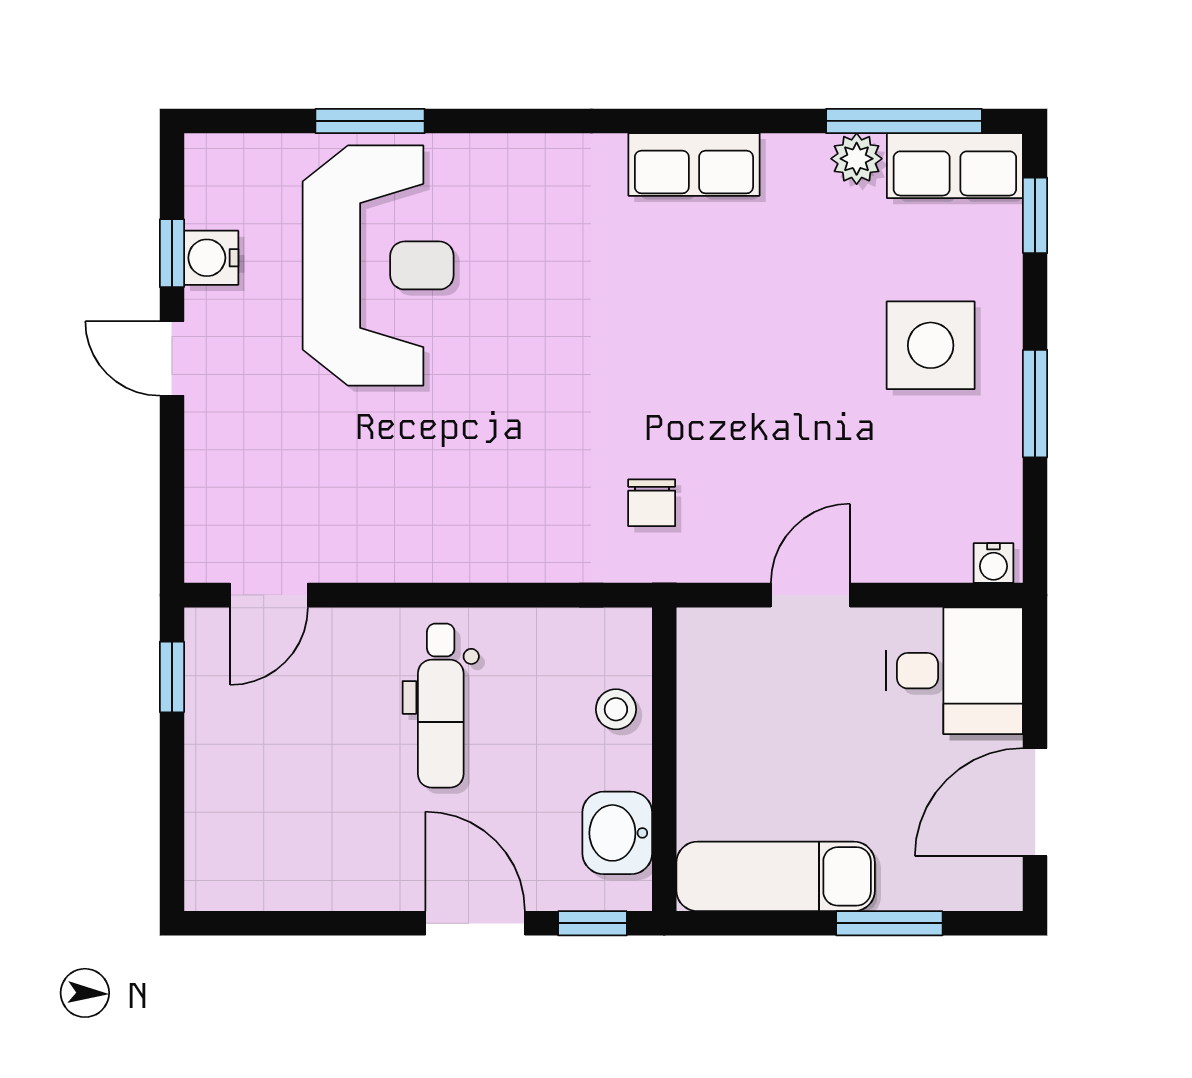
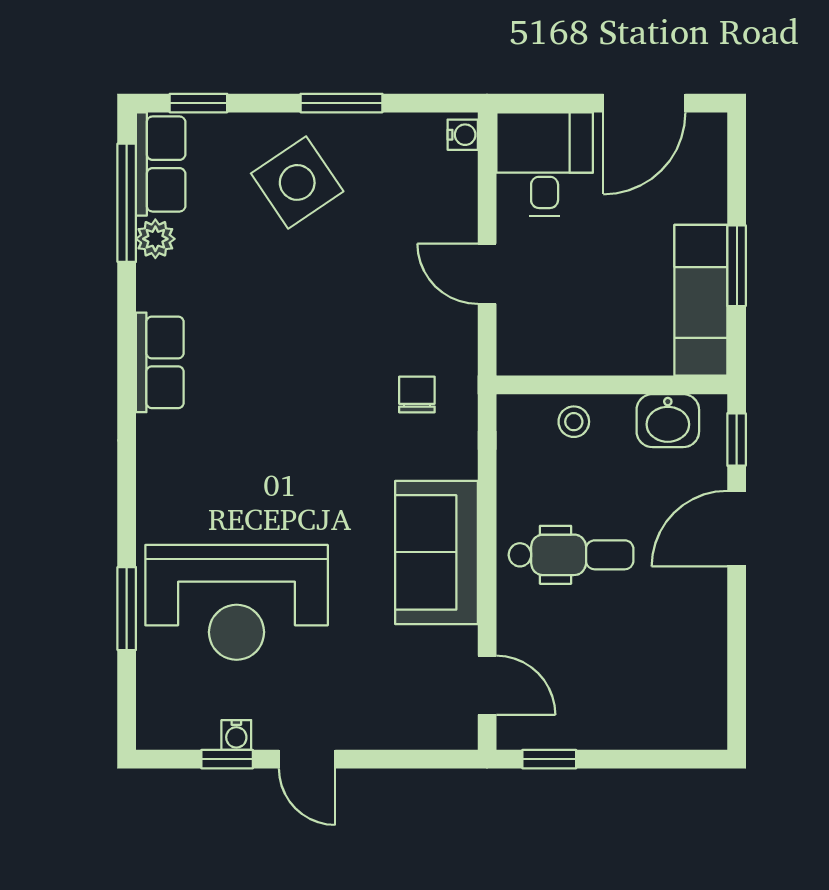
water cooler: (211, 258) -> (236, 735), width x0.72, depth x0.72
reception desk: (378, 265) -> (237, 602), turned 180
side table: (931, 345) -> (297, 182), turned -34
door: (172, 358) -> (307, 759), hinge flipped
chair: (652, 503) -> (417, 394), turned -90
sofa: (444, 528) -> (436, 552), added
door: (1035, 802) -> (644, 103), hinge flipped
window: (889, 923) -> (737, 266), moved

